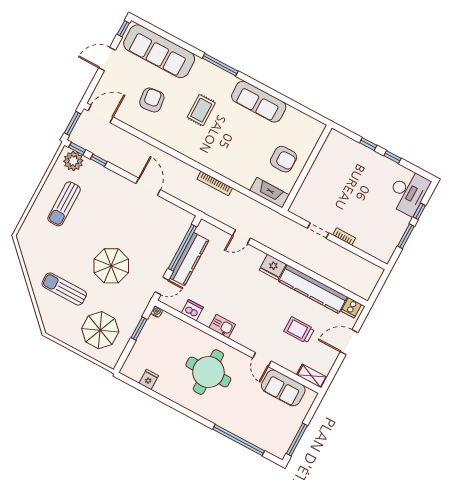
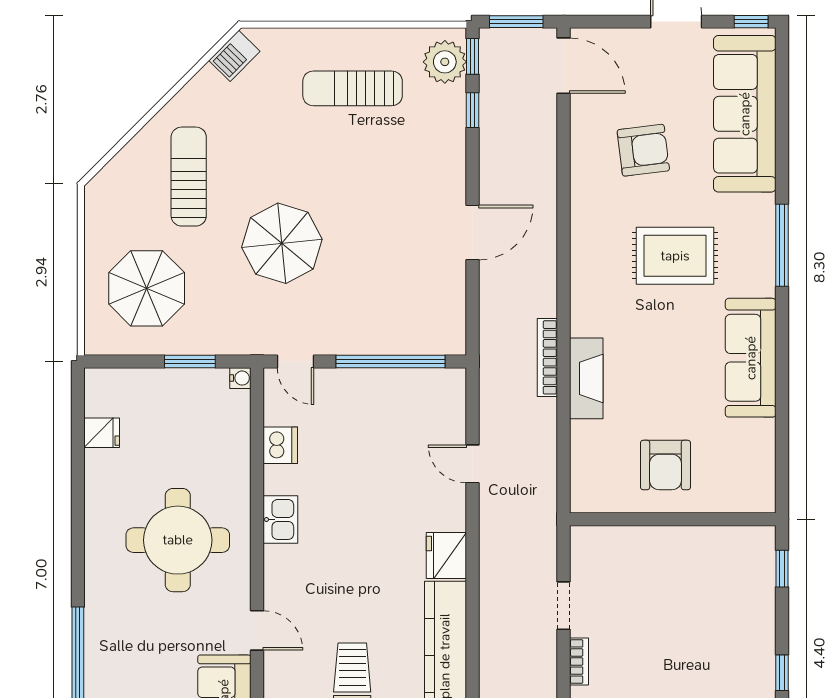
rug: (201, 110) -> (675, 256), width x1.36, depth x1.43
window: (368, 144) -> (782, 569), moved
fireplace: (270, 193) -> (586, 378), moved
barbecue: (25, 244) -> (234, 56), added
kitchen counter: (189, 259) -> (375, 386), removed
door: (262, 360) -> (257, 630), swing flipped

